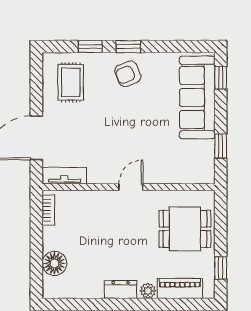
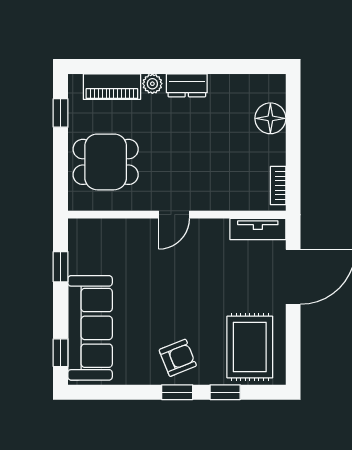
rug: (71, 82) -> (250, 347), width x1.36, depth x1.43

